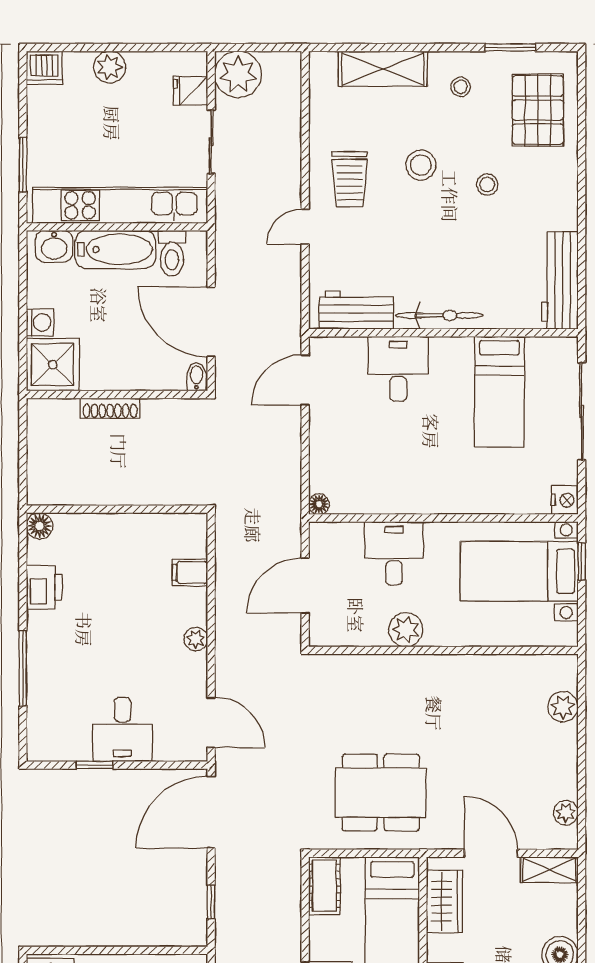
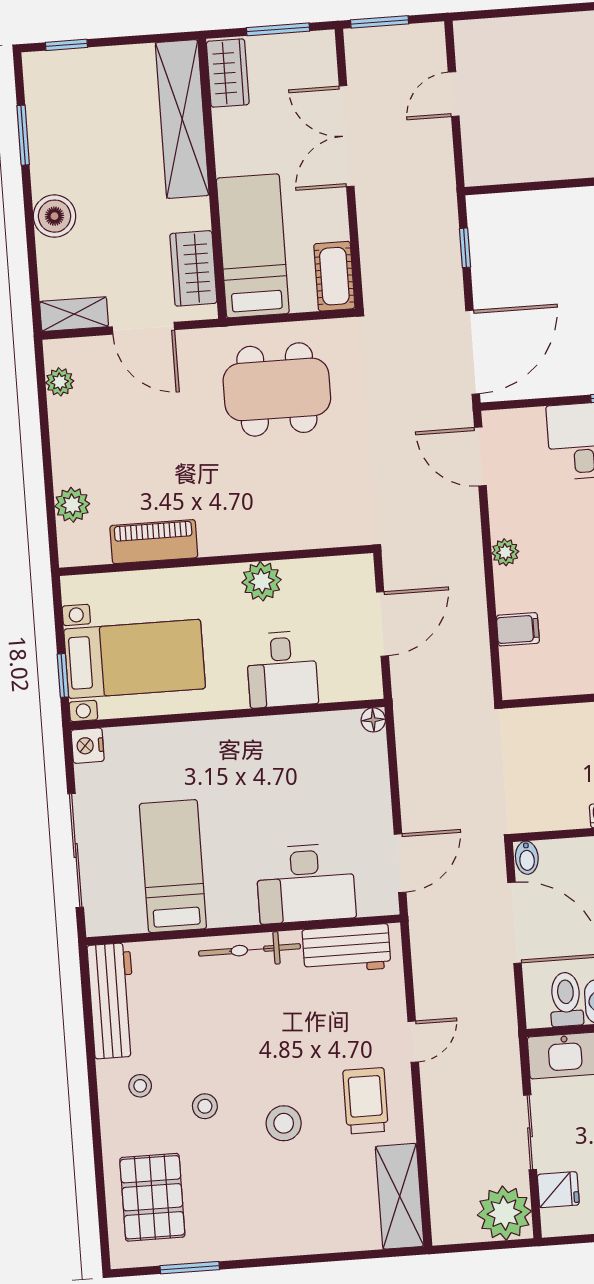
shelving: (383, 69) -> (400, 1196), moved, turned 90
stool: (461, 87) -> (140, 1086), moved
desk: (398, 369) -> (306, 883), width x1.37
piano: (495, 670) -> (154, 542), added

